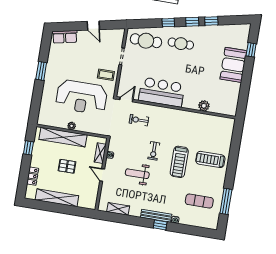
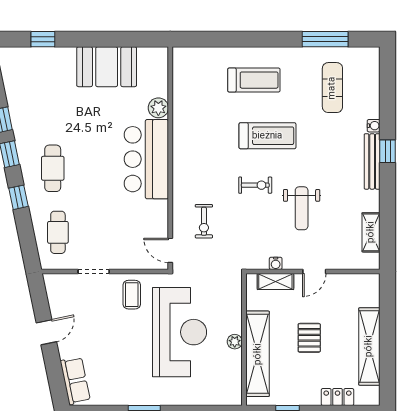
cafe table: (146, 41) -> (58, 232), width x0.73, depth x0.74
booth: (233, 65) -> (107, 67), moved
bar counter: (162, 92) -> (146, 159), moved
treadmill: (210, 159) -> (254, 80), turned -90

